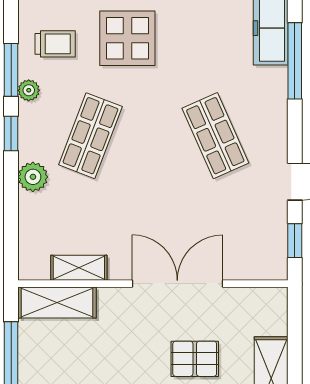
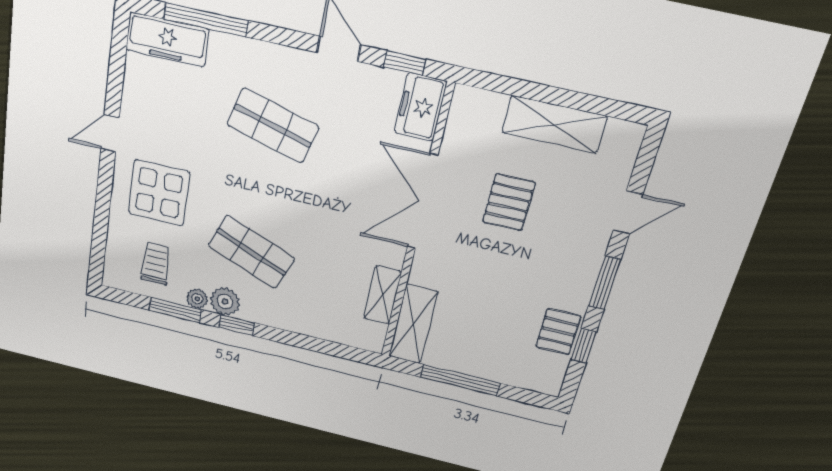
shop shelf: (215, 136) -> (273, 126), turned 39
plant: (33, 177) -> (225, 302), moved
freezer: (261, 263) -> (421, 107), added

